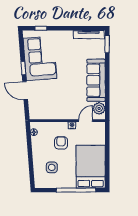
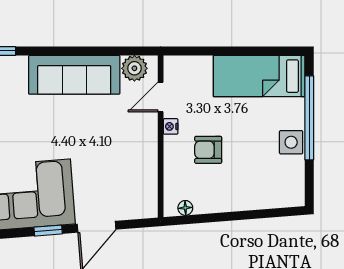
door: (86, 121) -> (161, 97), hinge flipped
side table: (52, 167) -> (291, 142), moved
bed: (91, 167) -> (259, 76), width x0.67

